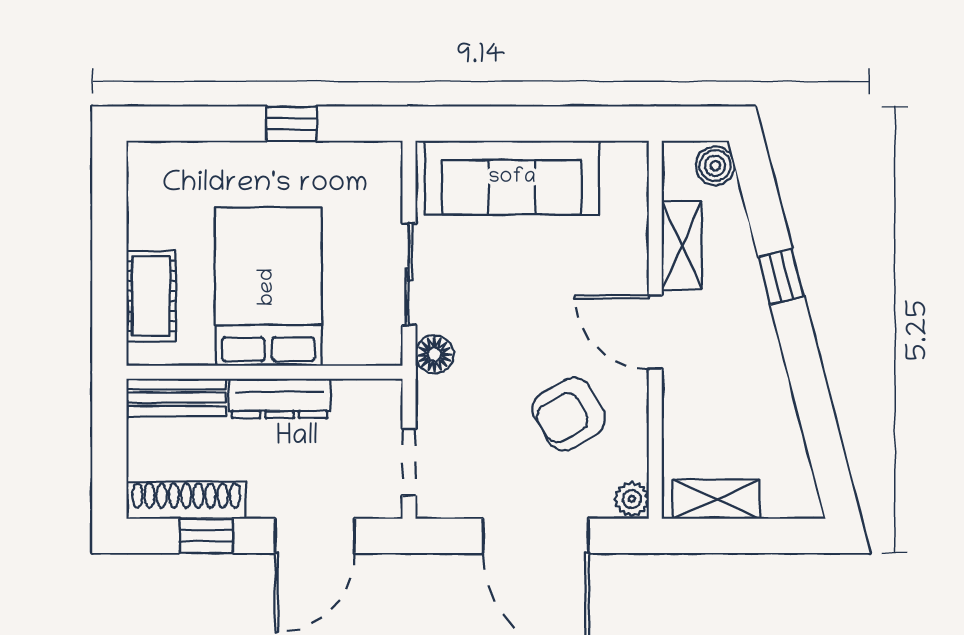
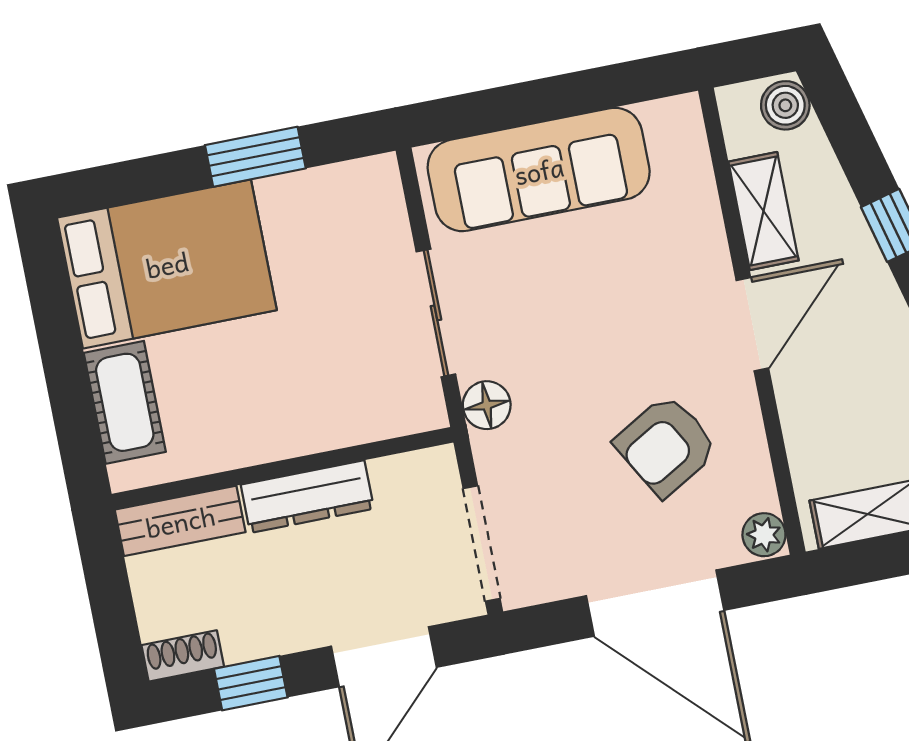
window: (292, 124) -> (255, 157), width x1.50
bed: (268, 287) -> (167, 264), moved, turned 90
door: (655, 332) -> (752, 324), swing flipped
doorway: (409, 462) -> (482, 544), width x1.38
shoe rack: (186, 500) -> (183, 656), width x0.51, depth x0.81

